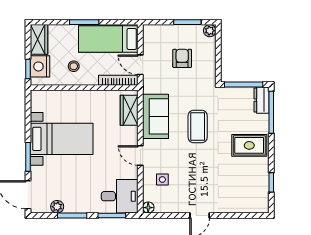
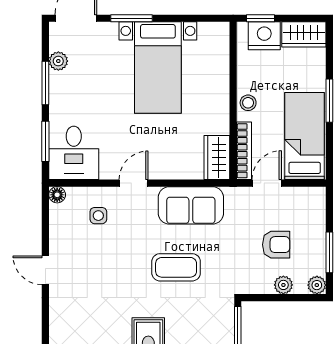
plant: (210, 53) -> (283, 285), added
stool: (74, 66) -> (248, 103), moved
wardrobe: (129, 110) -> (217, 158), moved, turned -90

